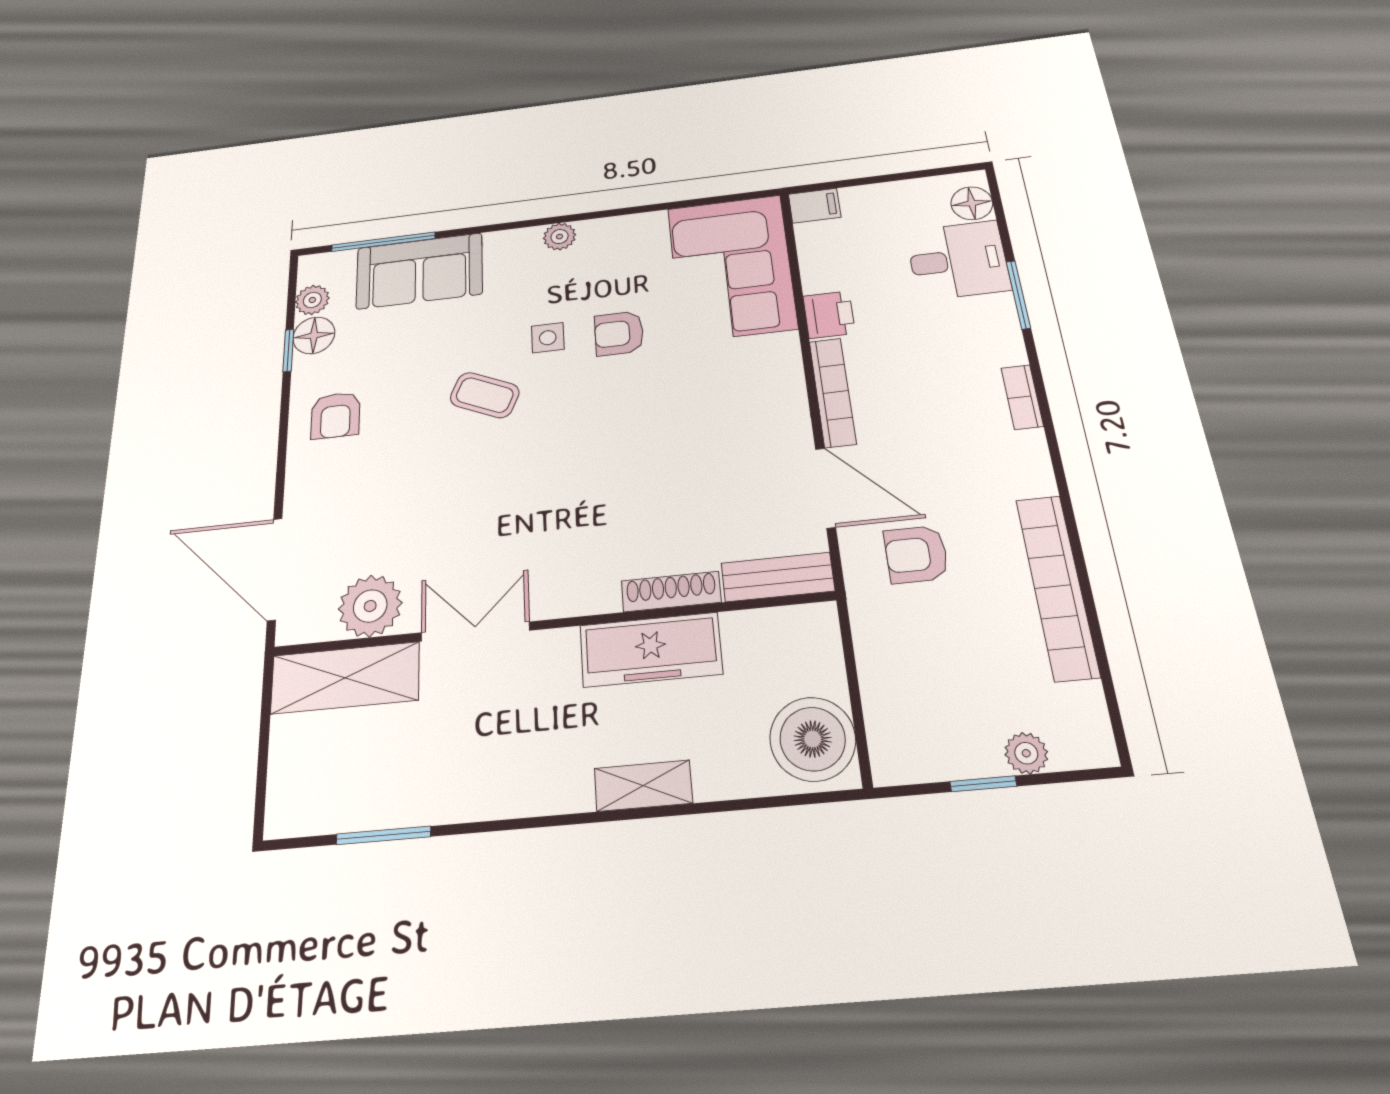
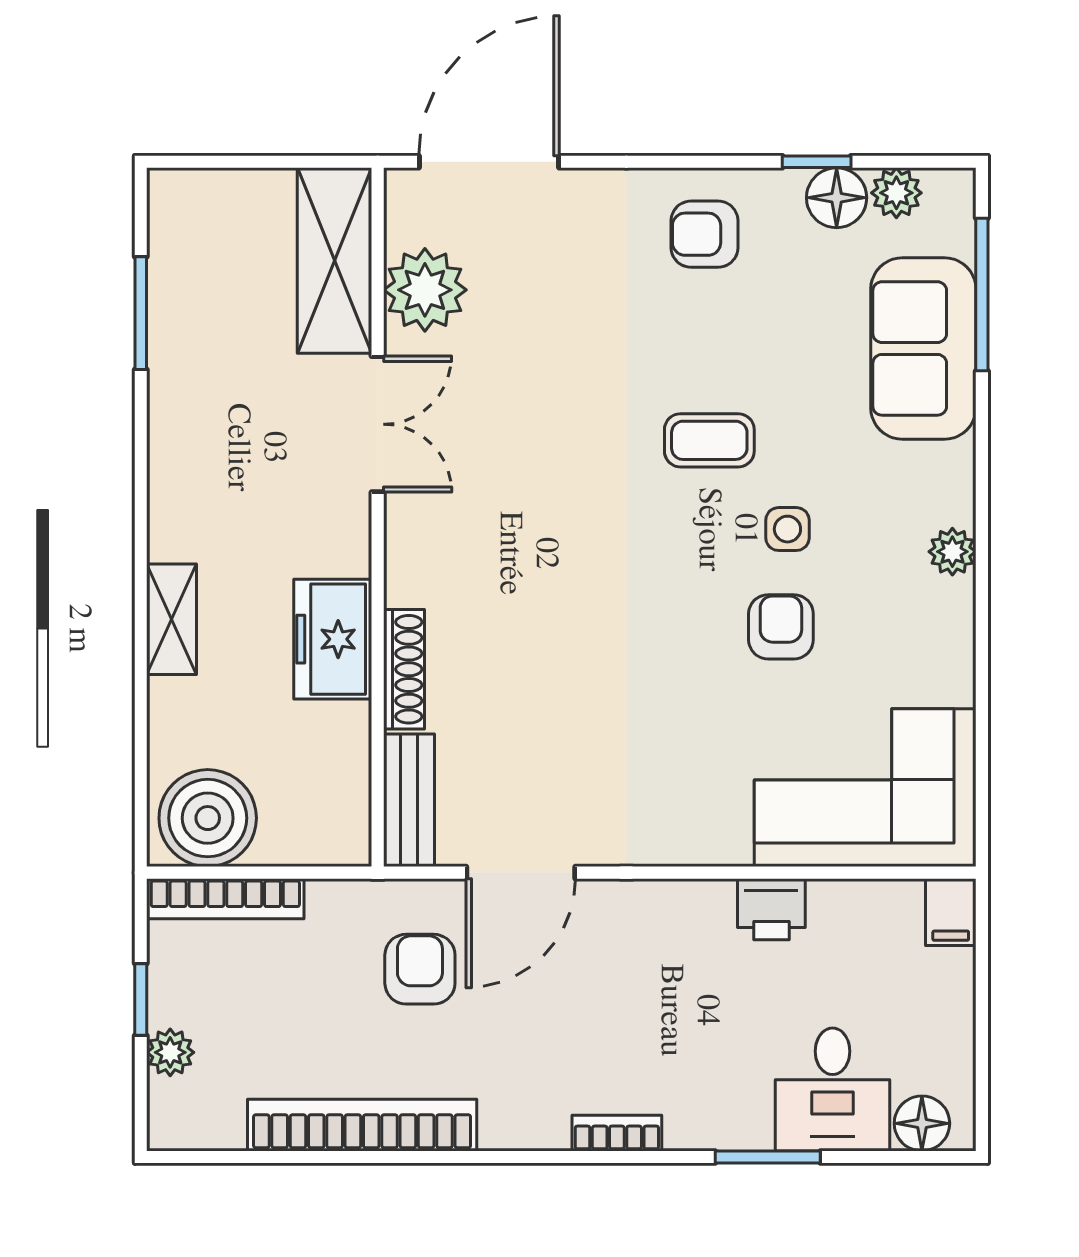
bookcase: (833, 392) -> (225, 899), moved
coffee table: (485, 395) -> (709, 440), turned 66
freezer: (651, 650) -> (333, 639), width x0.71

